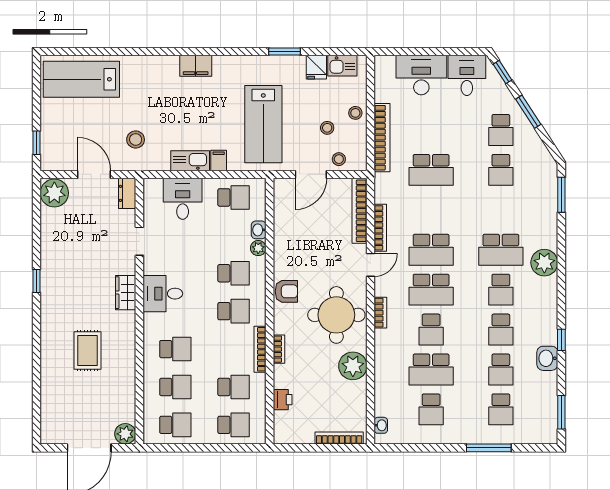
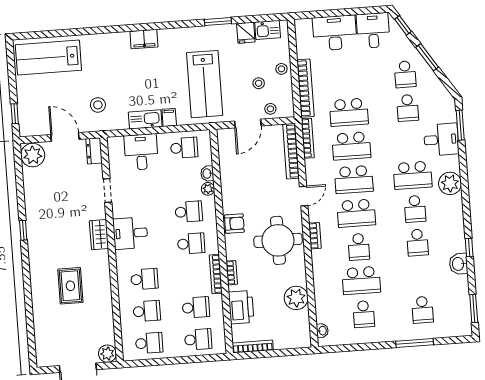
desk: (538, 210) -> (441, 140), added
bookcase: (380, 228) -> (308, 138), moved
plant: (353, 366) -> (296, 298), moved
school desk: (501, 369) -> (351, 146), moved, width x1.85
printer: (283, 400) -> (241, 307), width x1.87, depth x1.48
bookcase: (339, 438) -> (253, 347), moved

